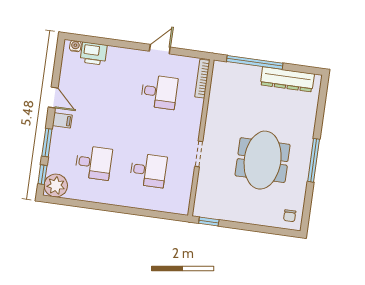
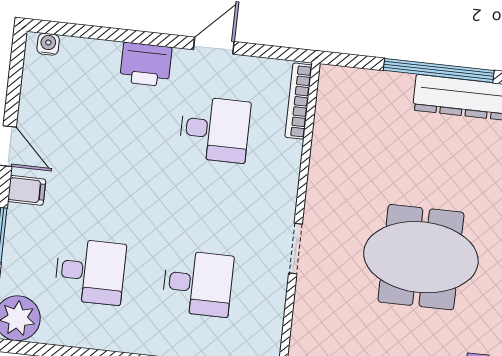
printer: (94, 53) -> (146, 65), moved
window: (255, 62) -> (439, 70), moved
meeting table: (263, 160) -> (421, 257), turned 90

